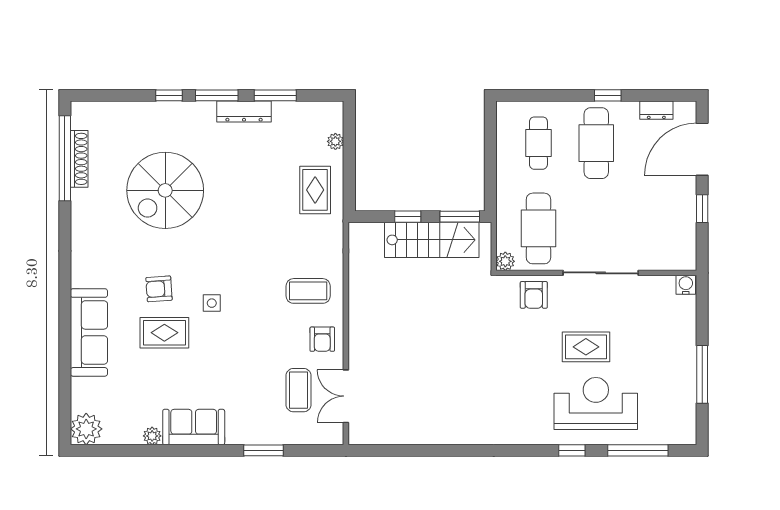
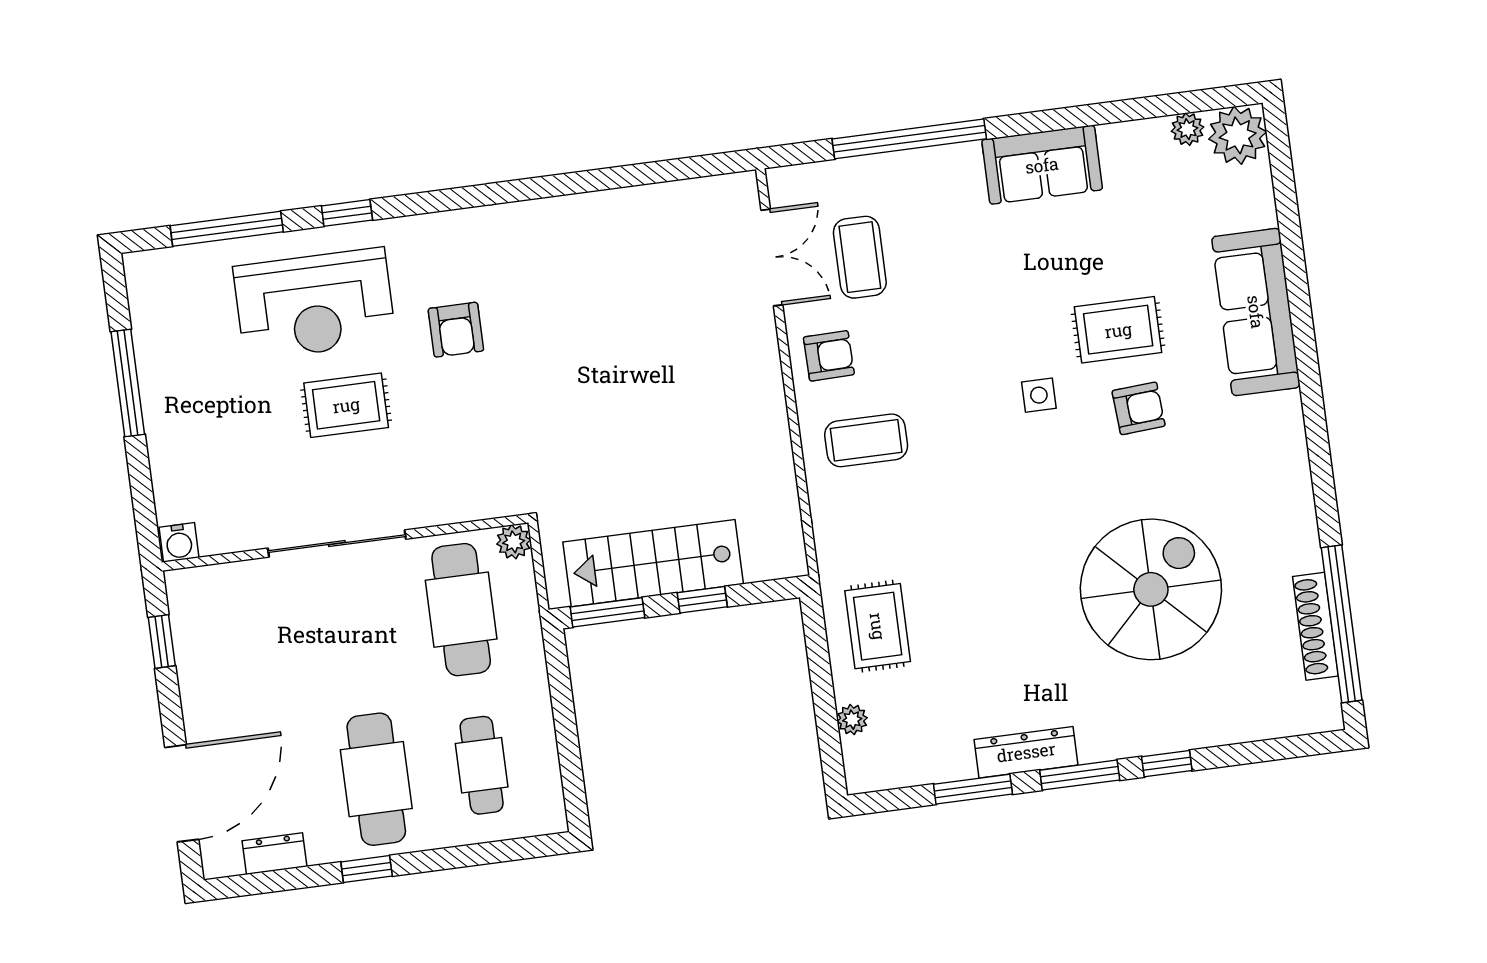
window: (702, 209) -> (162, 642), moved
armchair: (534, 295) -> (456, 330), moved, turned 180
armchair: (322, 339) -> (829, 356), turned 89
plant: (152, 436) -> (1187, 129), moved
window: (264, 450) -> (909, 139), width x2.11

